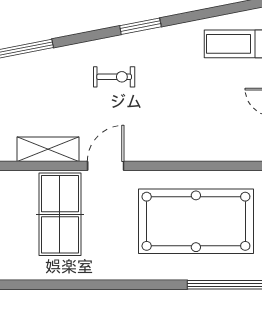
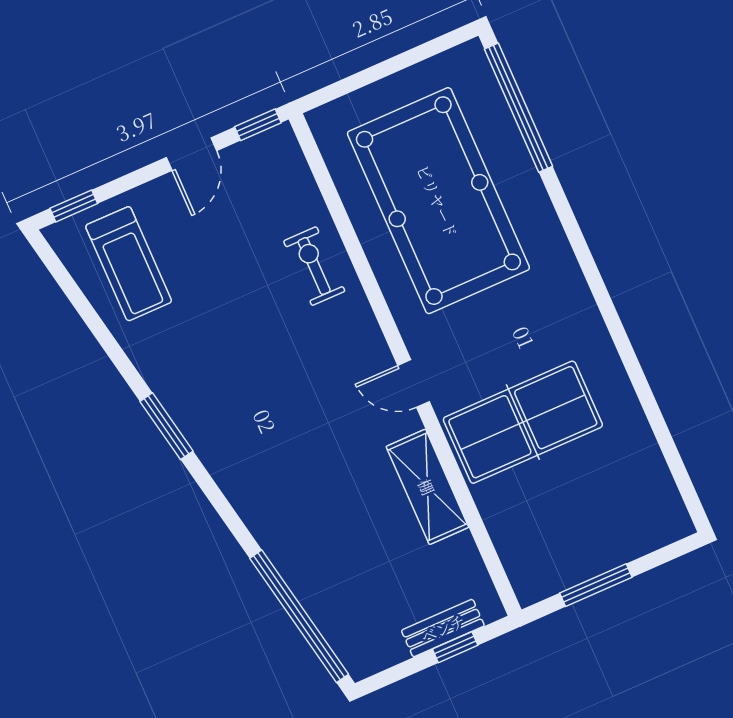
exercise bike: (114, 77) -> (314, 266), moved
door: (106, 166) -> (414, 384), width x0.73

